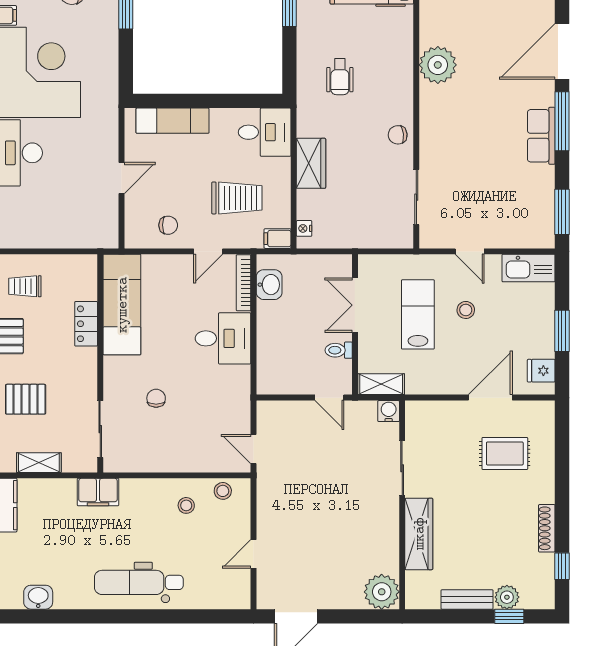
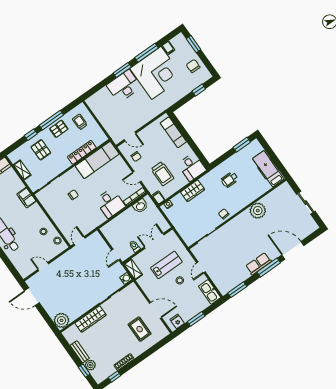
door: (121, 178) -> (130, 137), moved
locker: (86, 324) -> (82, 152), width x1.53

